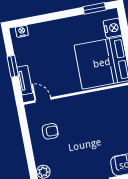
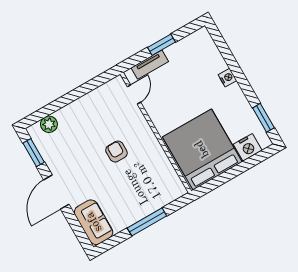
nightstand: (22, 31) -> (227, 78), moved
armchair: (50, 131) -> (116, 152), moved, turned 180

